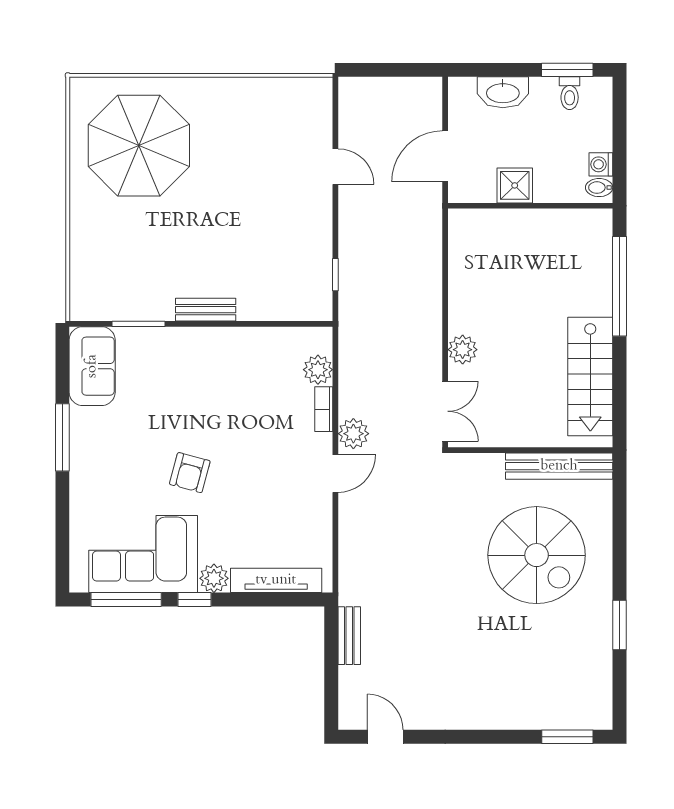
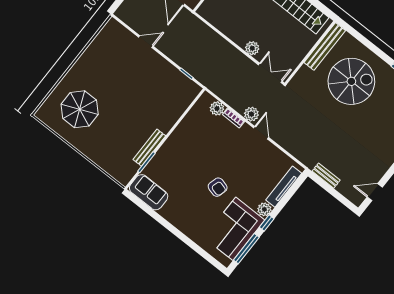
parasol: (139, 146) -> (80, 109), width x0.73, depth x0.73
bench: (206, 310) -> (149, 148), moved, width x1.36
window: (62, 437) -> (167, 225), removed

